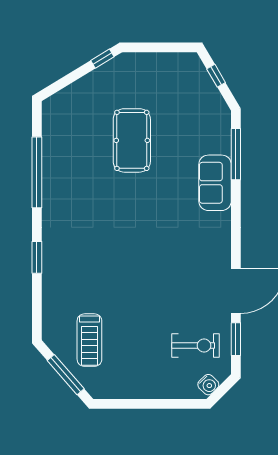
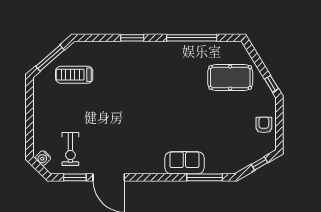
armchair: (161, 70) -> (264, 125), added
pool table: (132, 140) -> (230, 78), moved

